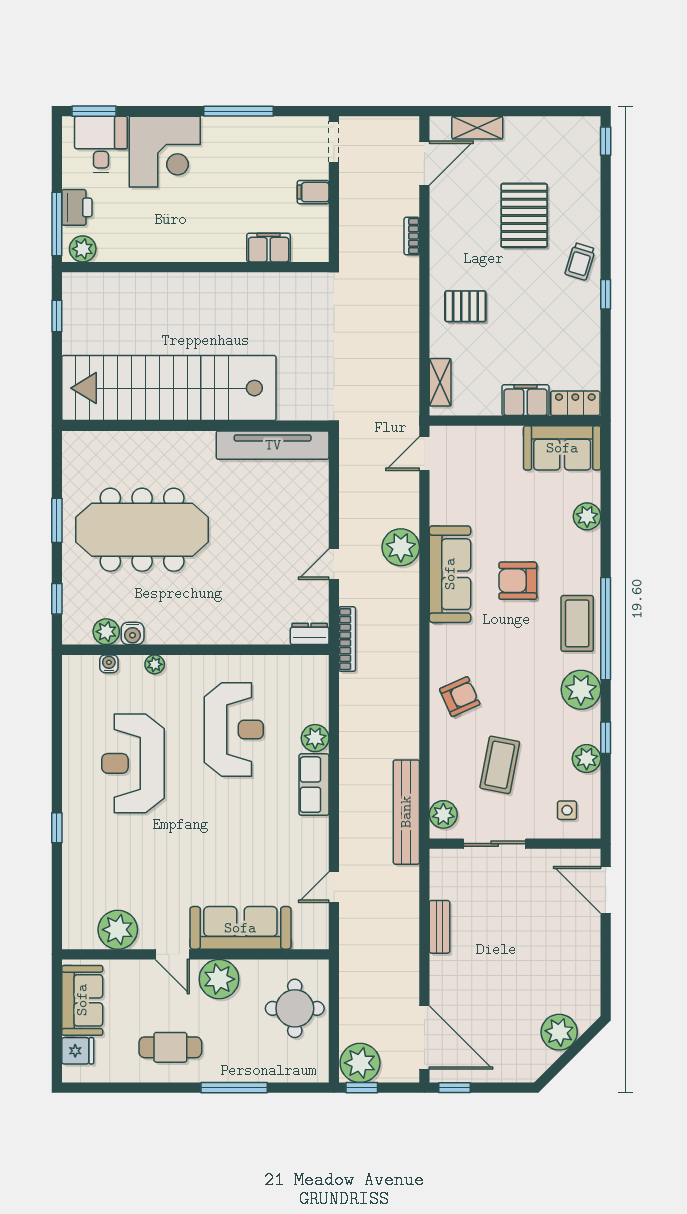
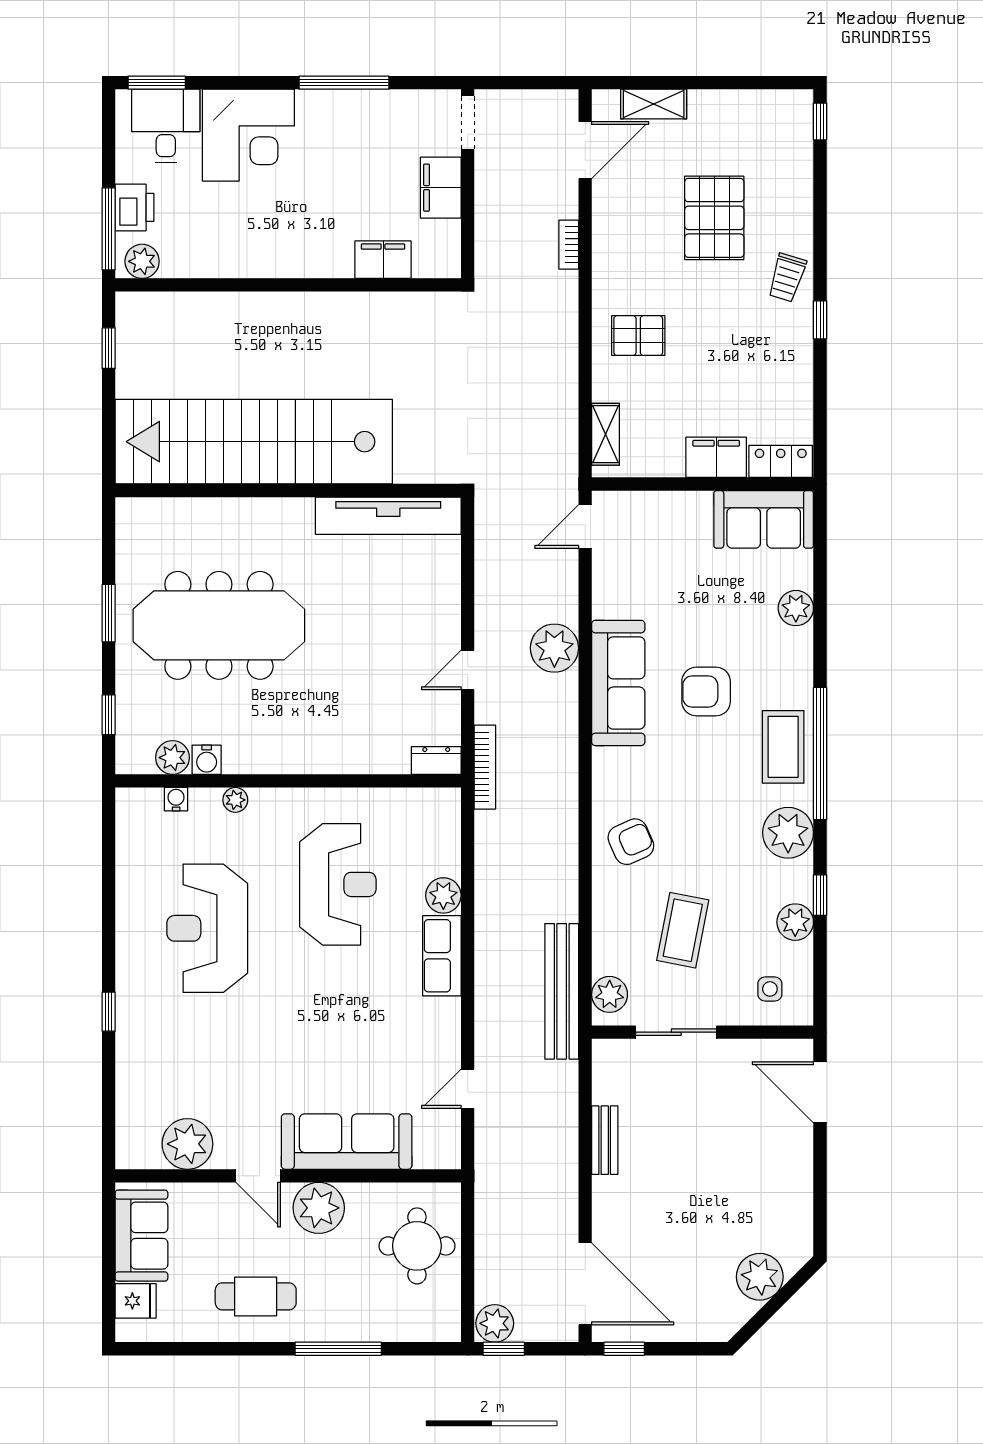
filing cabinet: (313, 192) -> (441, 188), width x2.00
plant: (360, 1063) -> (495, 1323), width x0.73, depth x0.73

